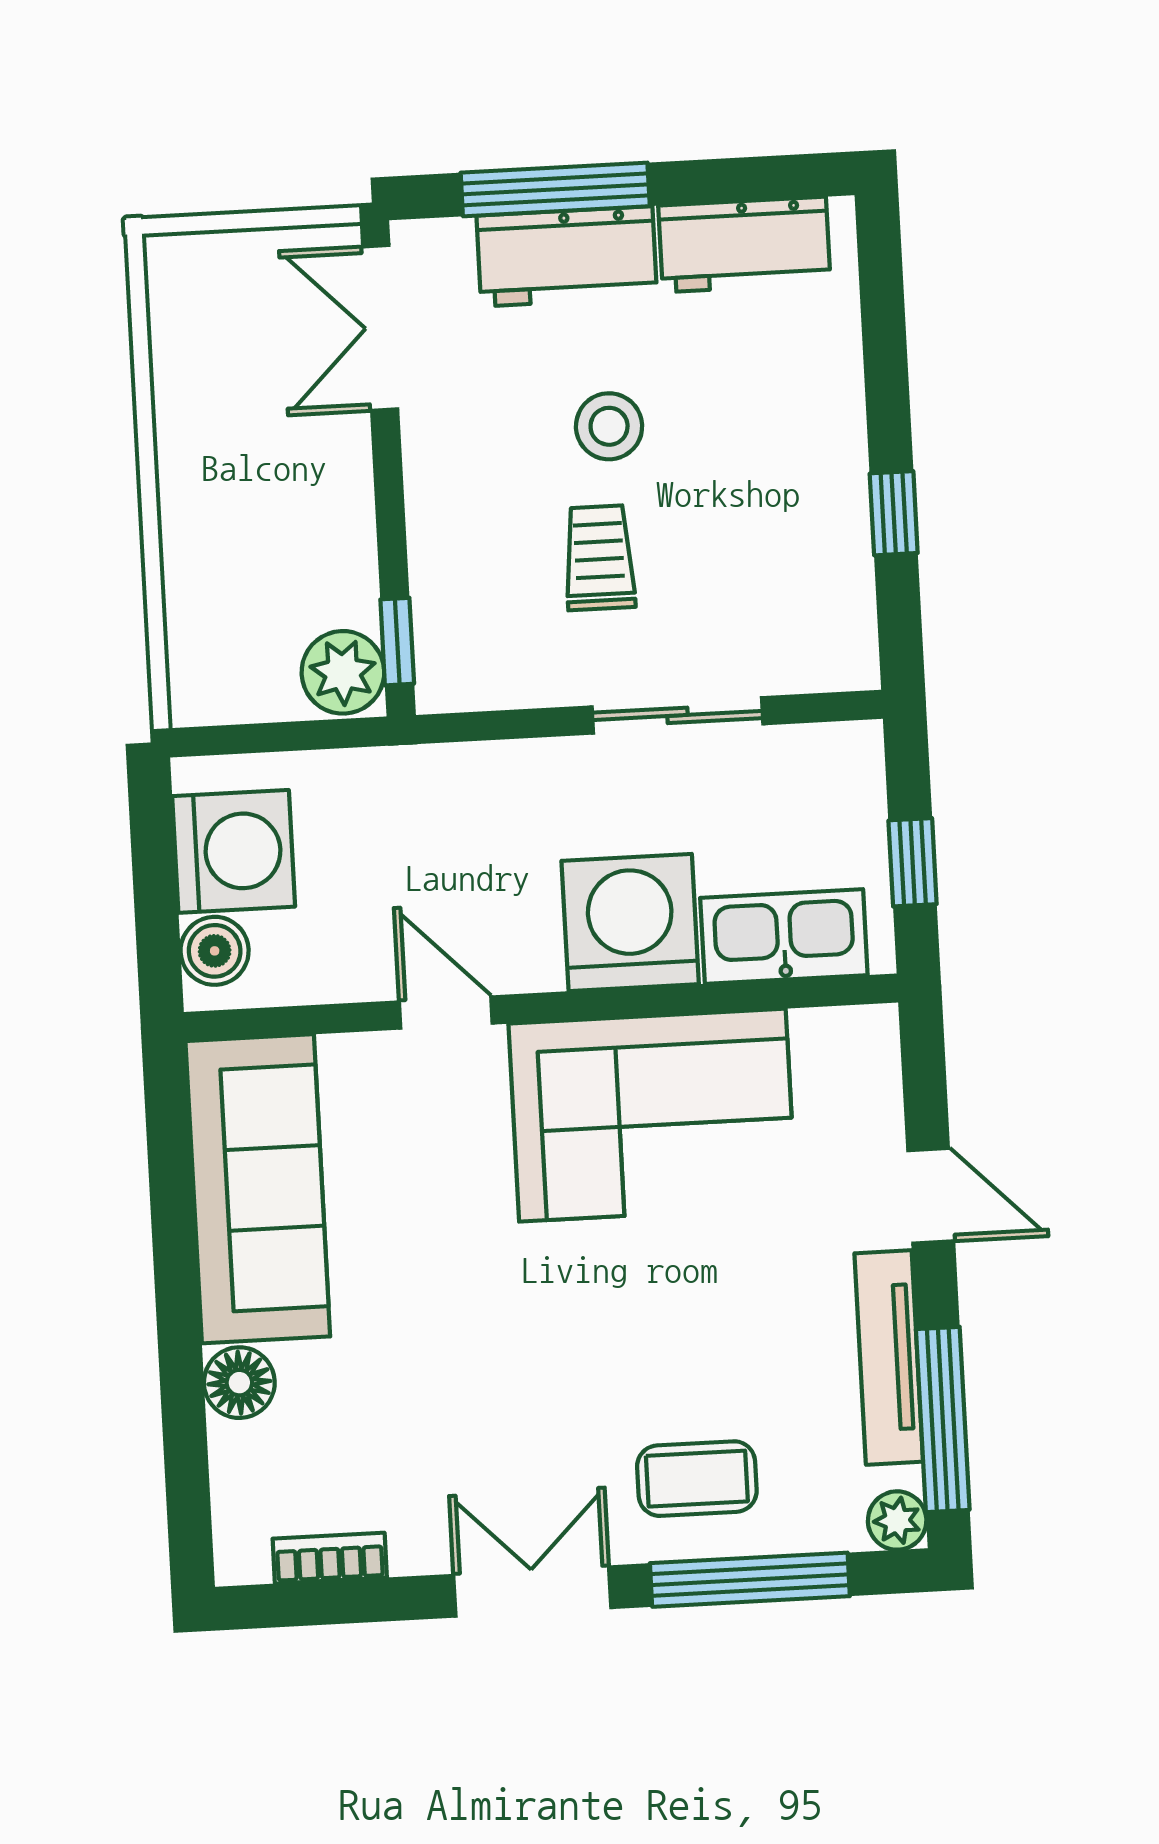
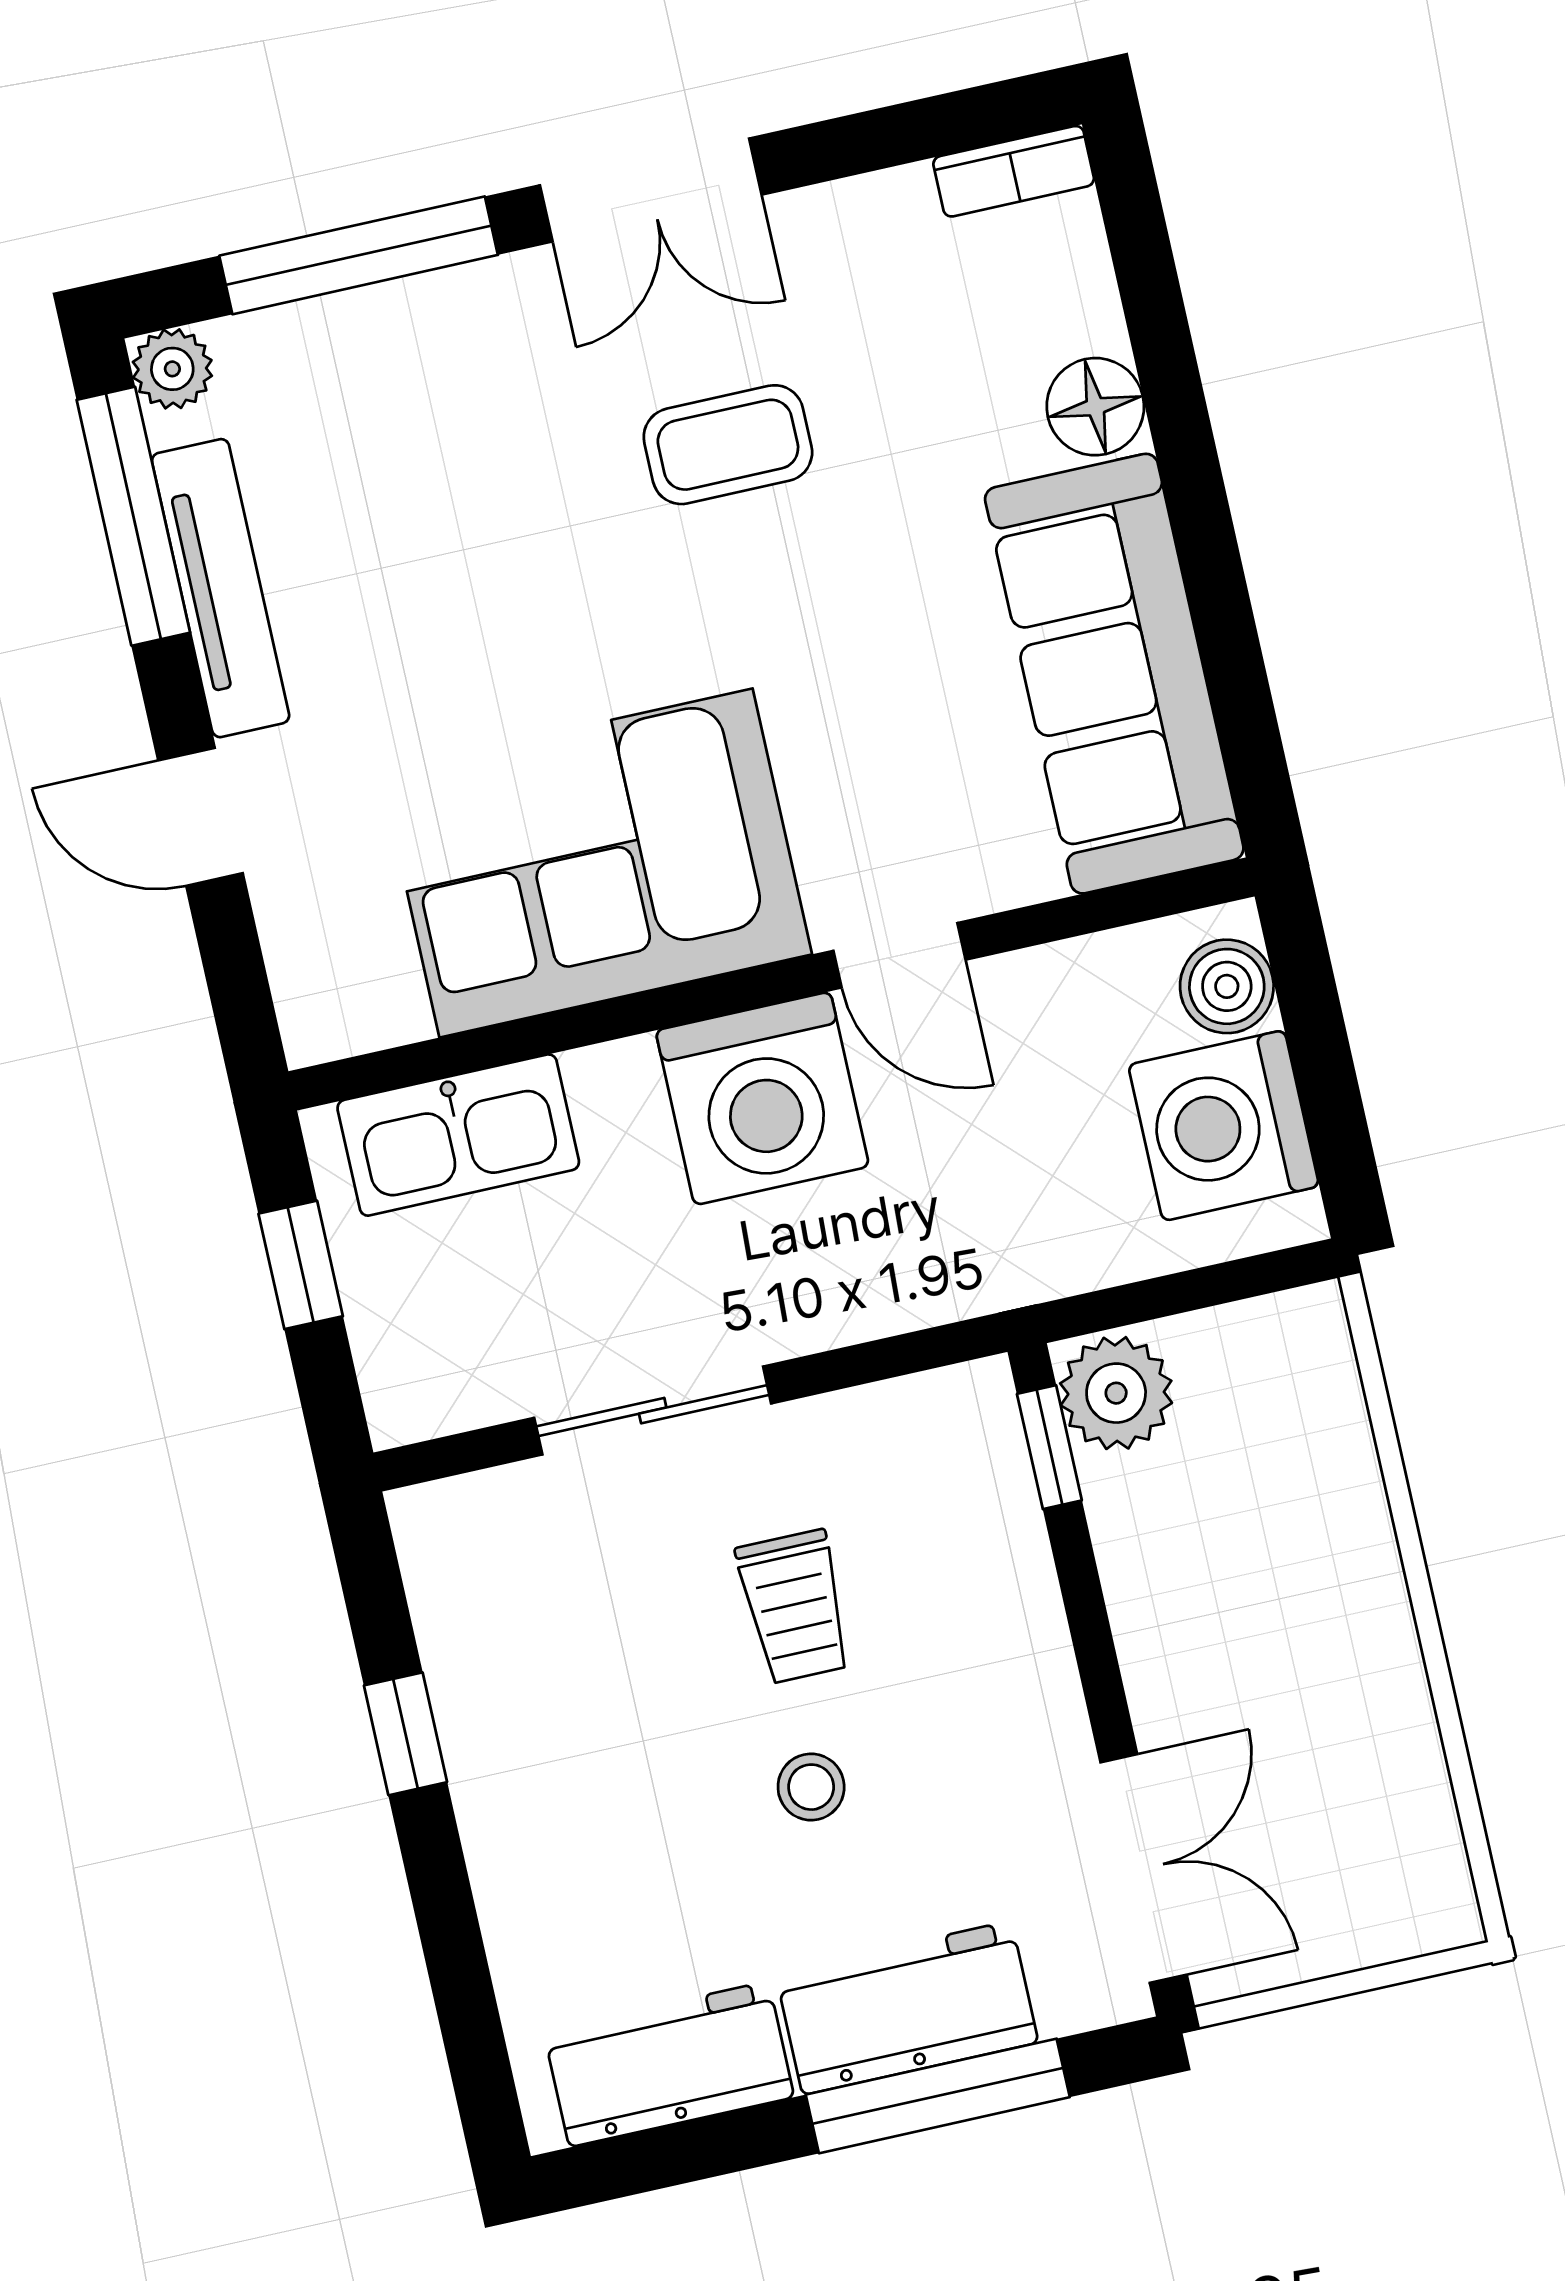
stool: (609, 426) -> (811, 1787), width x0.73, depth x0.73
washing machine: (630, 923) -> (762, 1098), moved
coffee table: (697, 1479) -> (728, 445), moved
bookcase: (330, 1558) -> (1014, 171), moved

